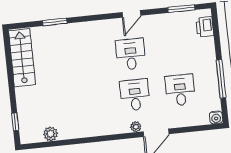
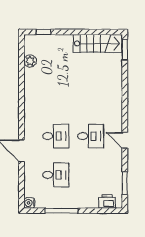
window: (55, 22) -> (125, 50), moved
plant: (136, 127) -> (28, 134), removed

